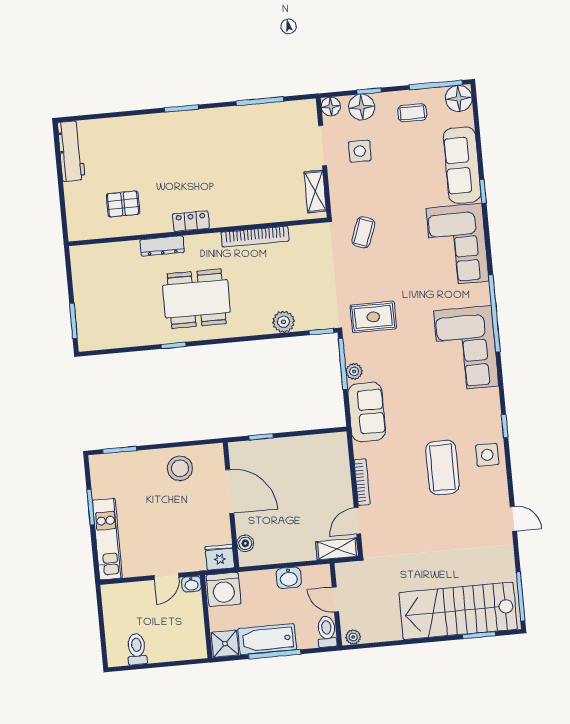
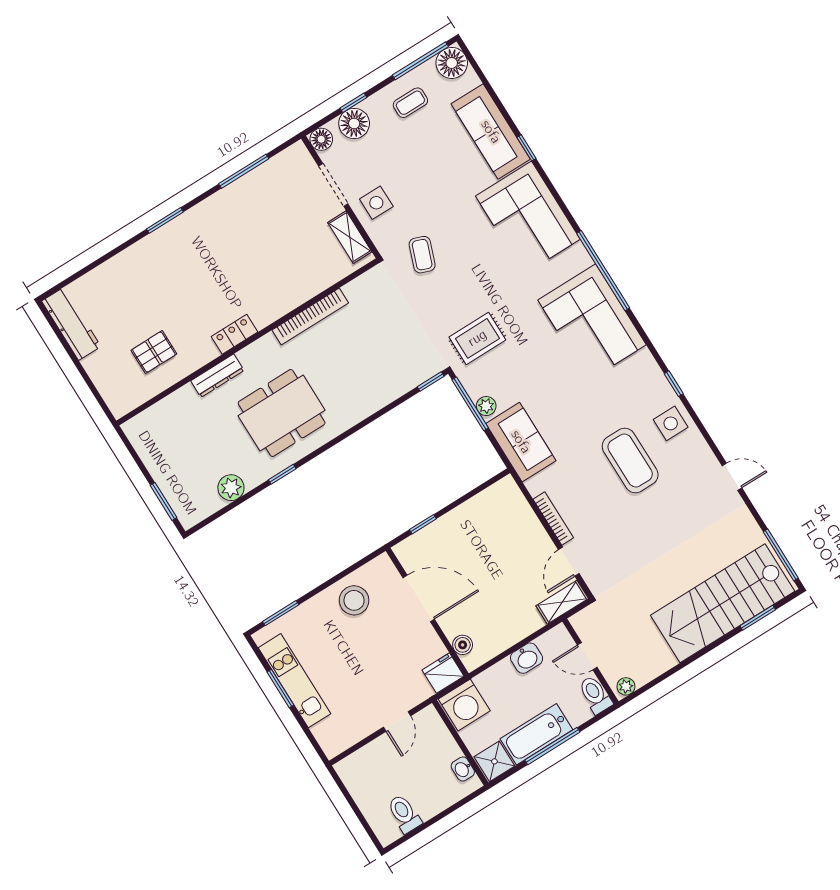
side table: (360, 151) -> (376, 203), moved
plant: (283, 322) -> (231, 488), moved
kitchen unit: (107, 539) -> (294, 681), moved
washbasin: (191, 584) -> (463, 769), moved, turned 90

